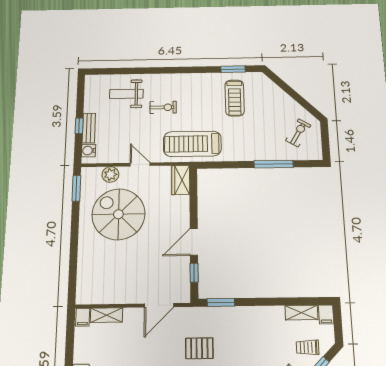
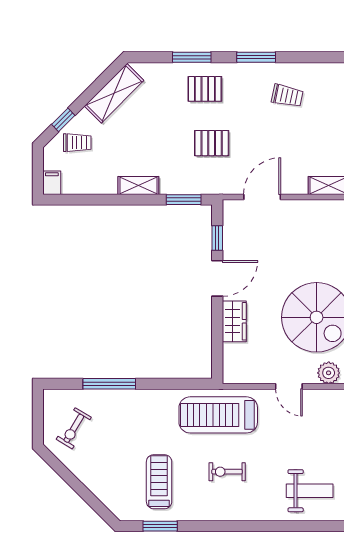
exercise bike: (163, 107) -> (227, 472), moved
treadmill: (192, 144) -> (218, 415), turned 180
wardrobe: (181, 180) -> (234, 321), moved
shelving: (301, 313) -> (138, 185), moved

